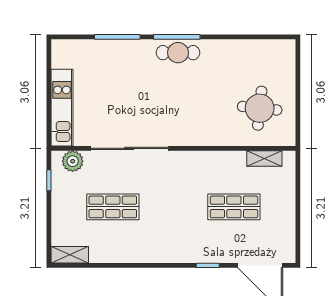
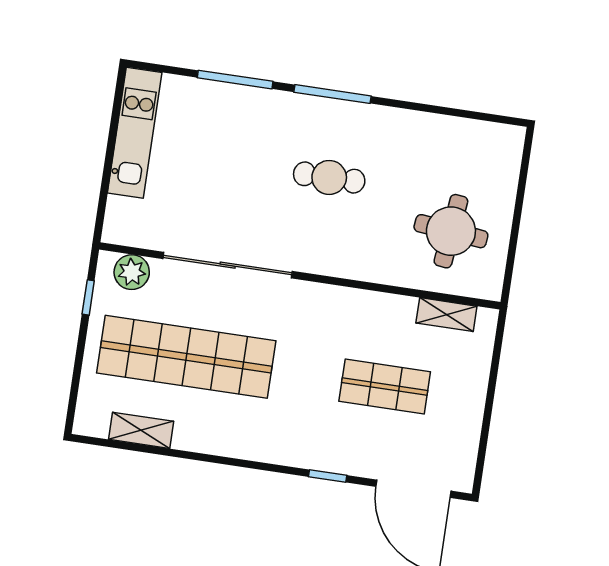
cafe table: (178, 53) -> (329, 177), moved
kitchen unit: (62, 108) -> (135, 133), moved
shop shelf: (113, 207) -> (186, 357), width x2.00, depth x1.36
shelving: (70, 255) -> (141, 430), moved

